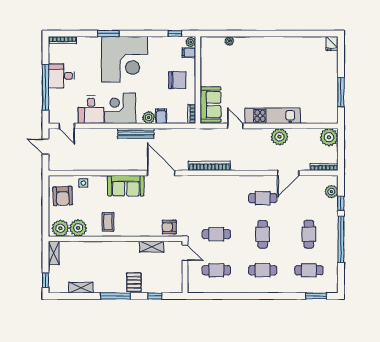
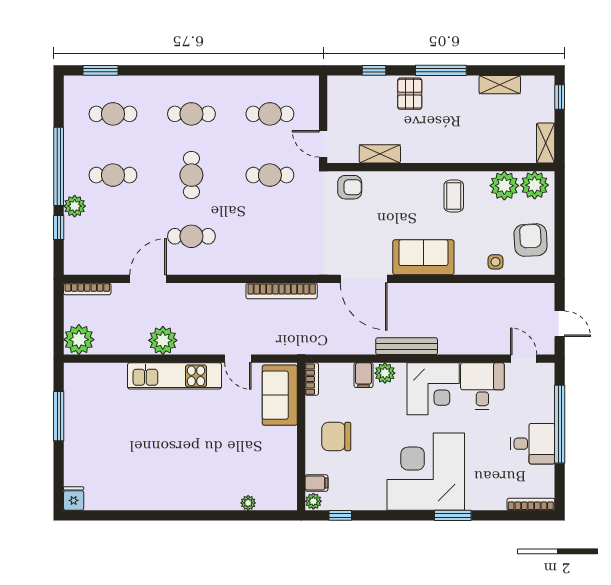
plant: (331, 192) -> (75, 206), moved
cafe table: (309, 234) -> (113, 175), turned 90

